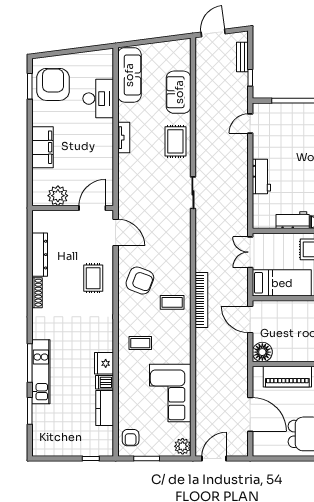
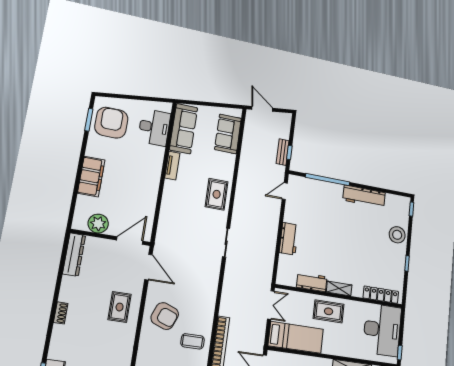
door: (213, 33) -> (262, 109), hinge flipped
bench: (242, 57) -> (283, 152), moved
sofa: (179, 92) -> (228, 134), moved
desk: (98, 99) -> (154, 127), moved
tv unit: (124, 138) -> (172, 166), moved
double door: (250, 252) -> (271, 305), swing flipped
dresser: (40, 255) -> (74, 255), moved
shoe rack: (37, 293) -> (61, 313), width x0.70

